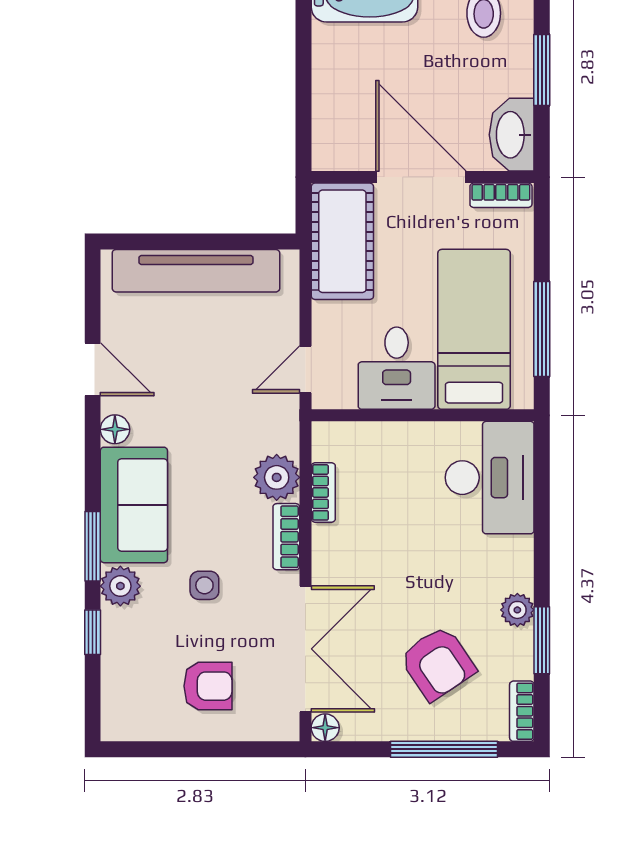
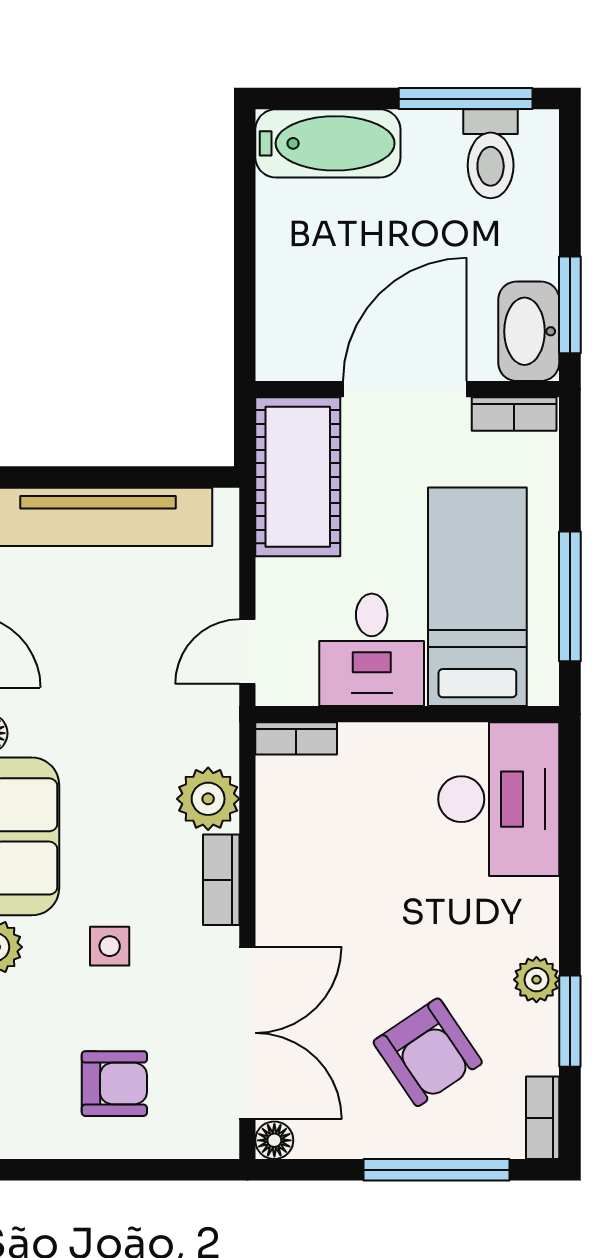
window: (542, 70) -> (570, 305), moved
door: (421, 177) -> (405, 389), hinge flipped
bookcase: (323, 492) -> (296, 738), moved, turned 90

